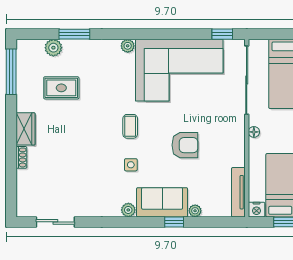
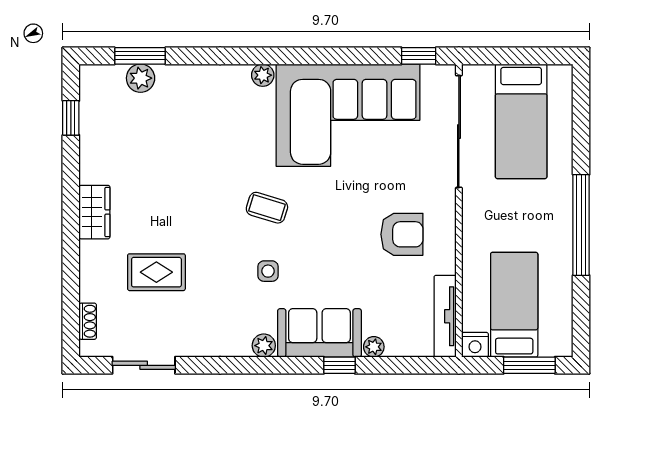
window: (74, 34) -> (140, 56), moved
window: (11, 72) -> (71, 118), width x0.46
rug: (61, 88) -> (156, 272), moved
coffee table: (130, 126) -> (267, 208), turned -73
floor lamp: (254, 132) -> (471, 217), removed
armchair: (185, 145) -> (402, 234), moved
shoe rack: (21, 157) -> (88, 321), moved

